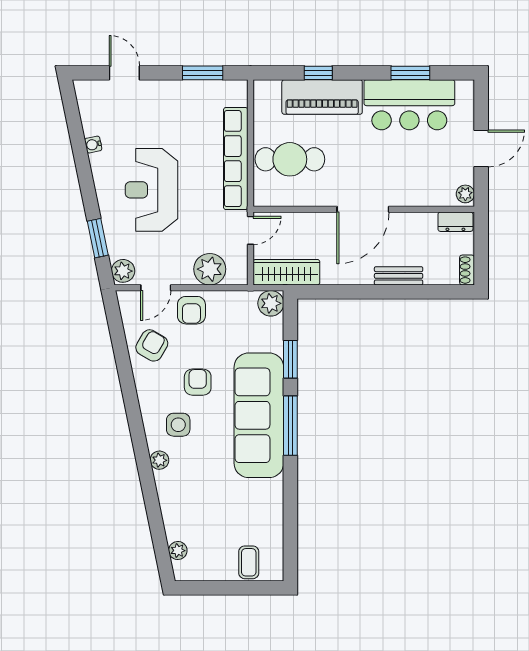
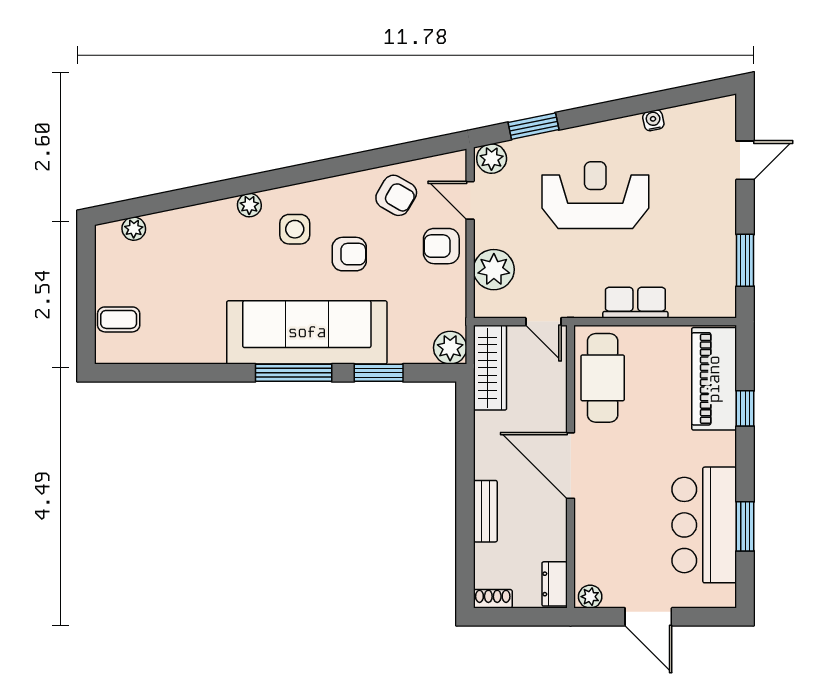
piano: (322, 97) -> (714, 379), moved
row of seats: (236, 159) -> (635, 303), width x0.50
cafe table: (290, 159) -> (603, 378), moved

